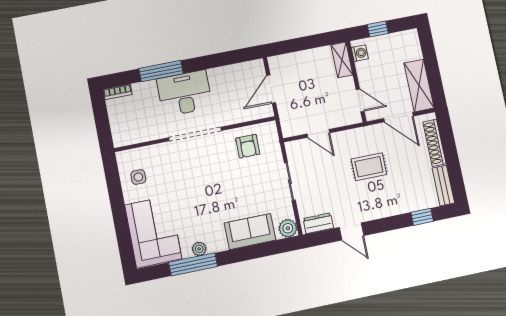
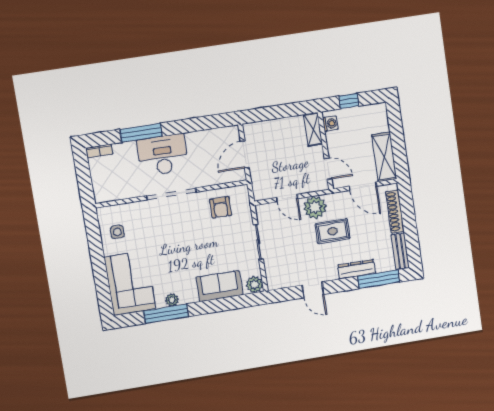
plant: (349, 142) -> (315, 207), added
window: (422, 217) -> (379, 279), width x2.17
dresser: (318, 223) -> (356, 269), moved, width x1.44

